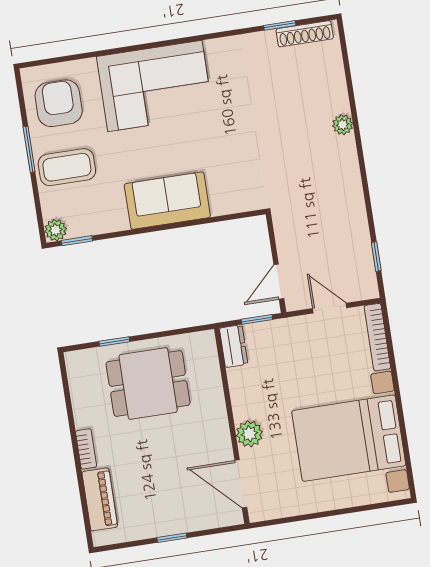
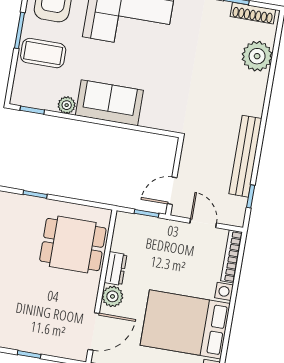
plant: (343, 125) -> (257, 56), moved, width x1.88, depth x1.88
bench: (353, 210) -> (245, 156), added
plant: (56, 230) -> (67, 105), moved
dresser: (234, 346) -> (116, 268), moved
dining table: (148, 383) -> (73, 245), moved
door: (241, 484) -> (94, 331), swing flipped

